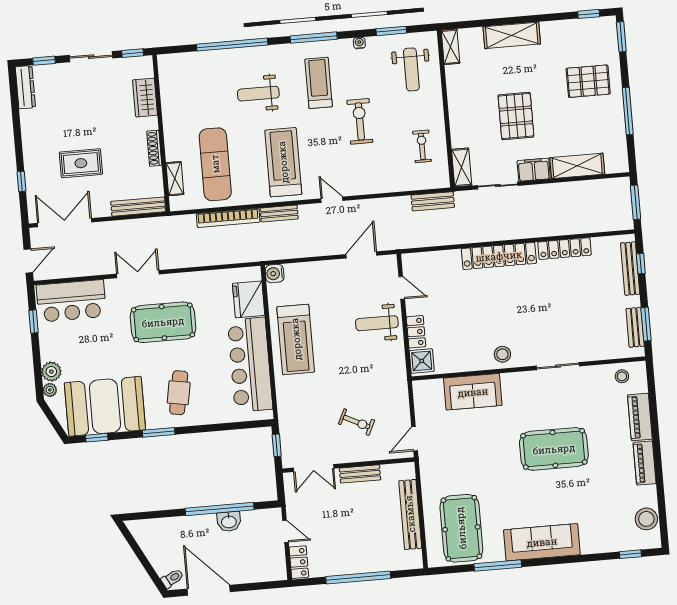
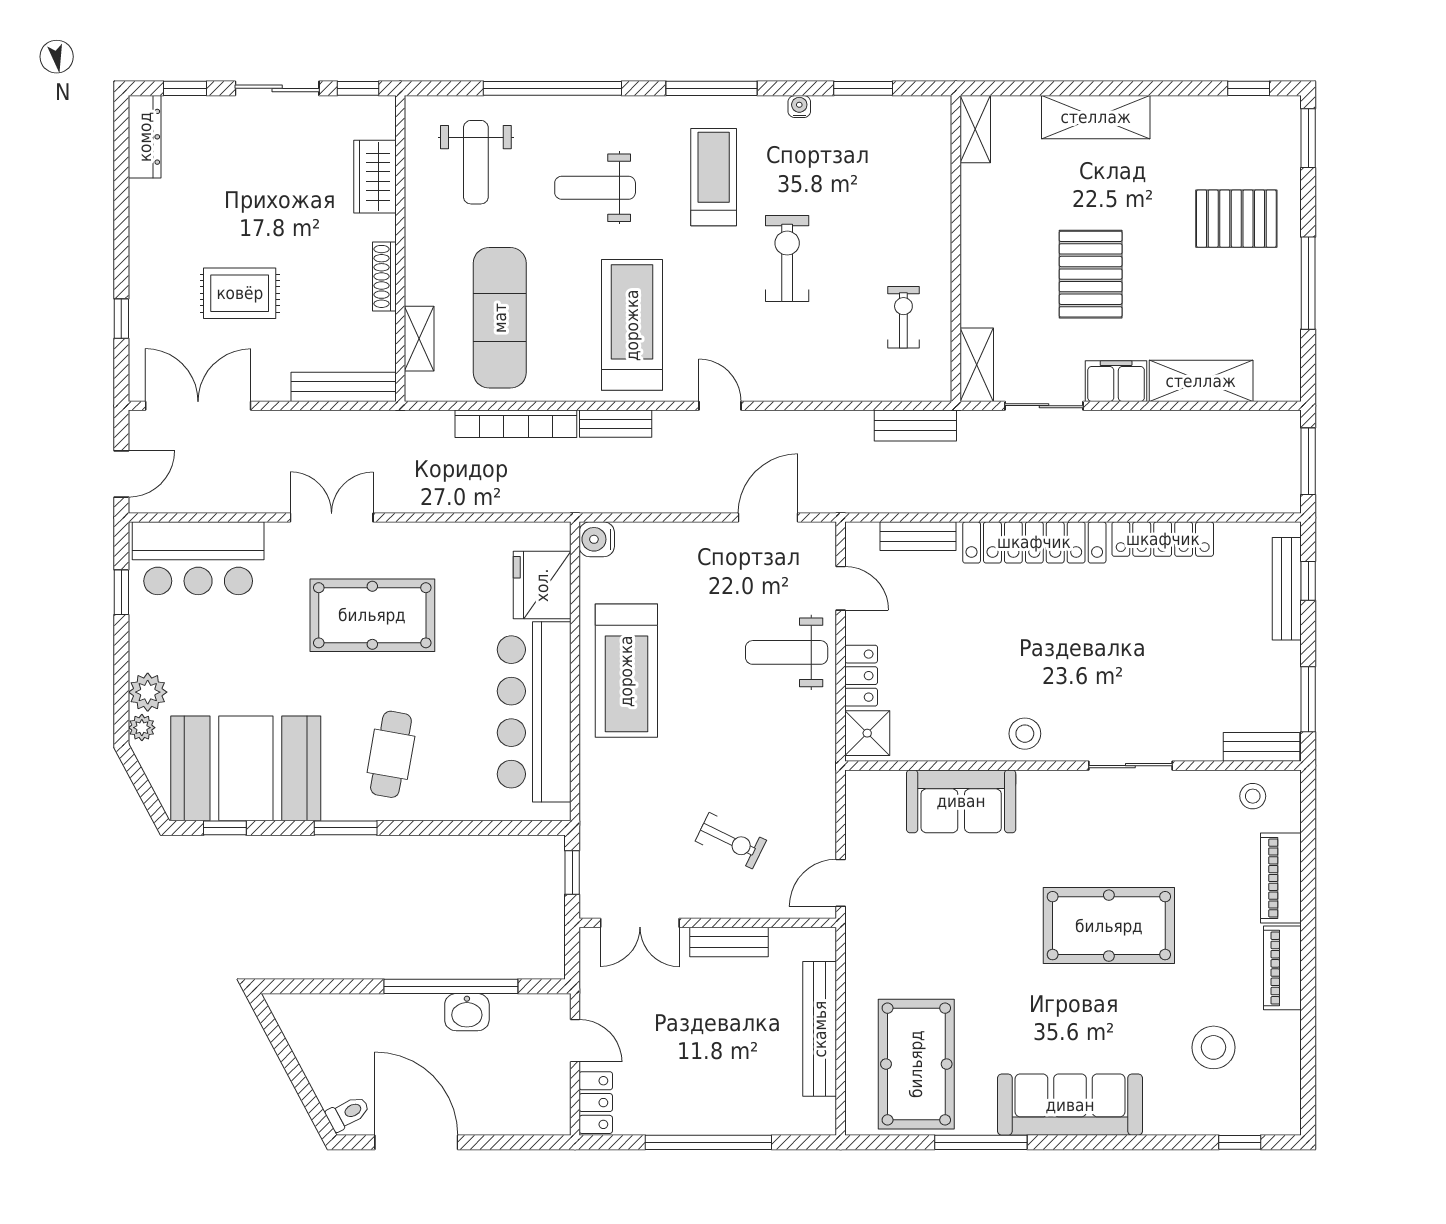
weight bench: (411, 69) -> (476, 162), moved
bench: (439, 258) -> (918, 536), added
bench: (635, 327) -> (1262, 747), moved, turned 90
stool: (646, 519) -> (1214, 1047), moved

